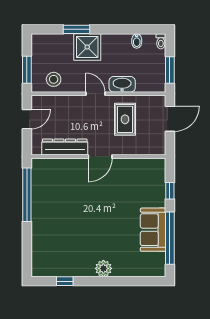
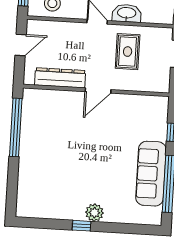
sofa: (153, 230) -> (151, 174), width x1.36
window: (65, 281) -> (81, 226), moved

